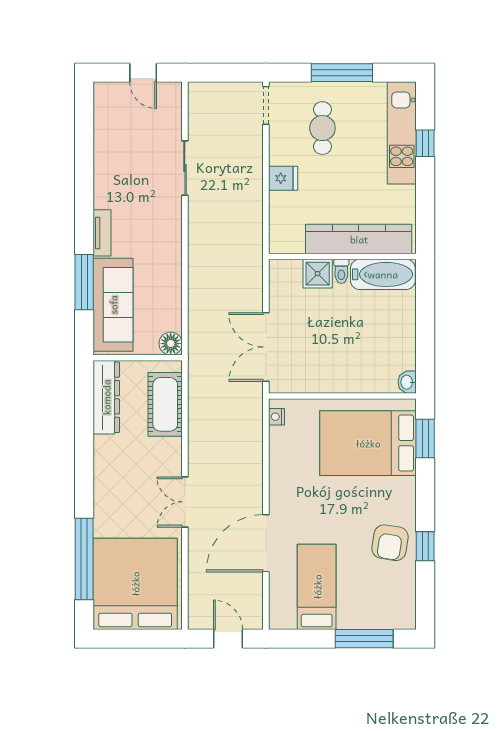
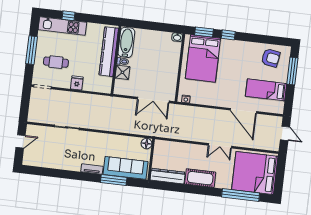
cot: (165, 404) -> (200, 178), moved
armchair: (390, 543) -> (271, 58), moved
window: (425, 546) -> (228, 35), moved
door: (228, 639) -> (285, 133), swing flipped

